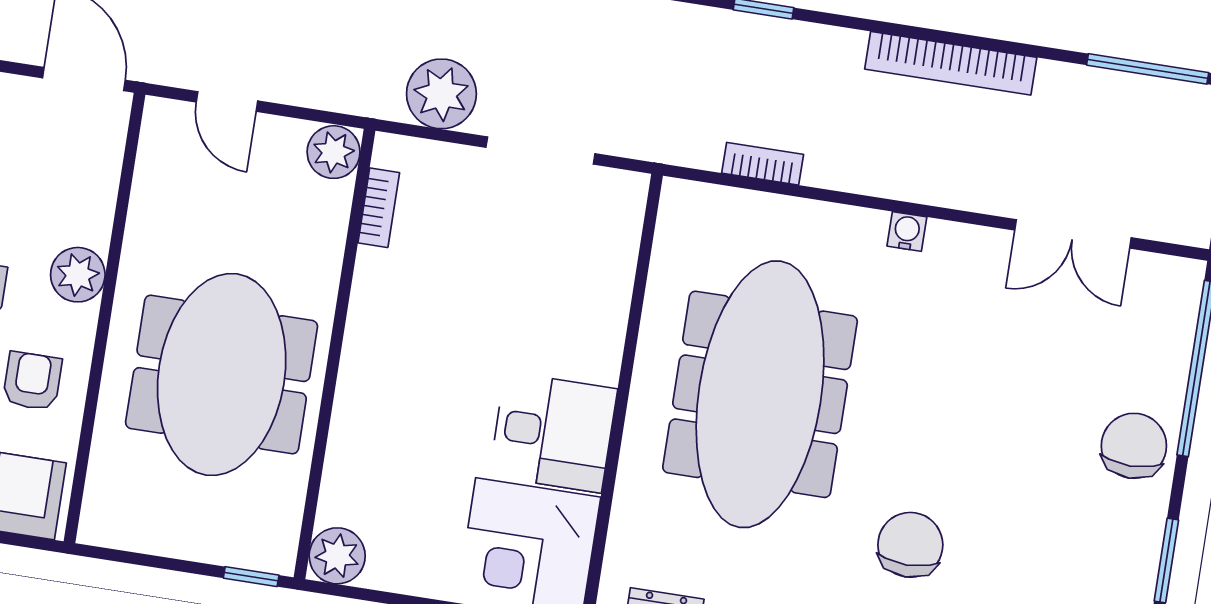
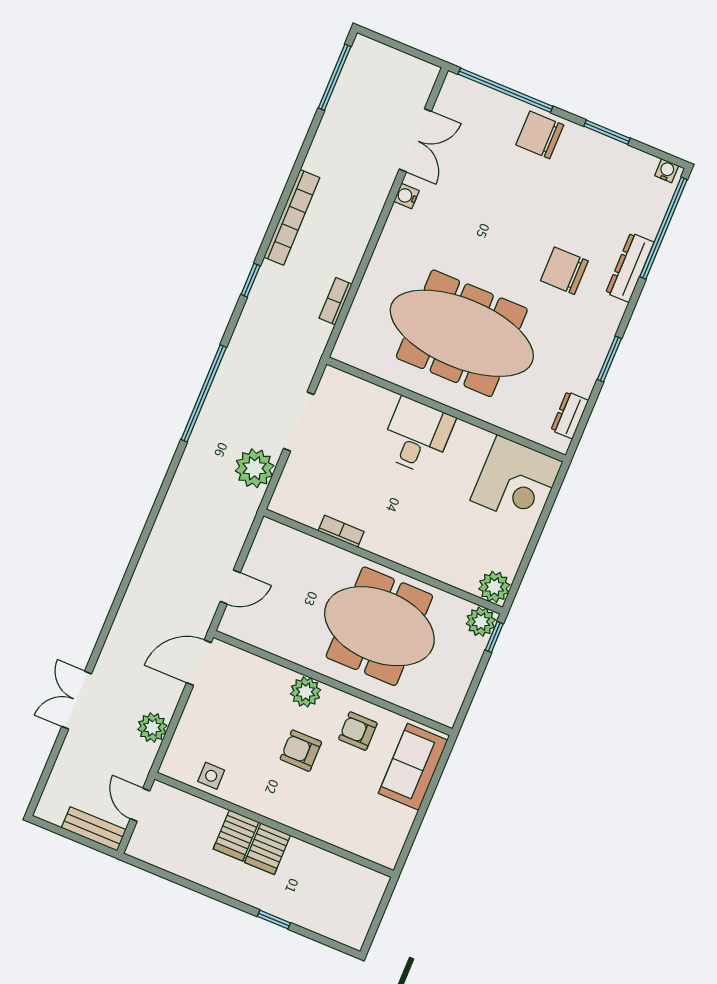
bookcase: (951, 63) -> (292, 217), moved
plant: (334, 152) -> (481, 622), moved
bookcase: (379, 208) -> (341, 531), moved
water cooler: (907, 231) -> (406, 196), moved
desk: (553, 432) -> (417, 436), moved

